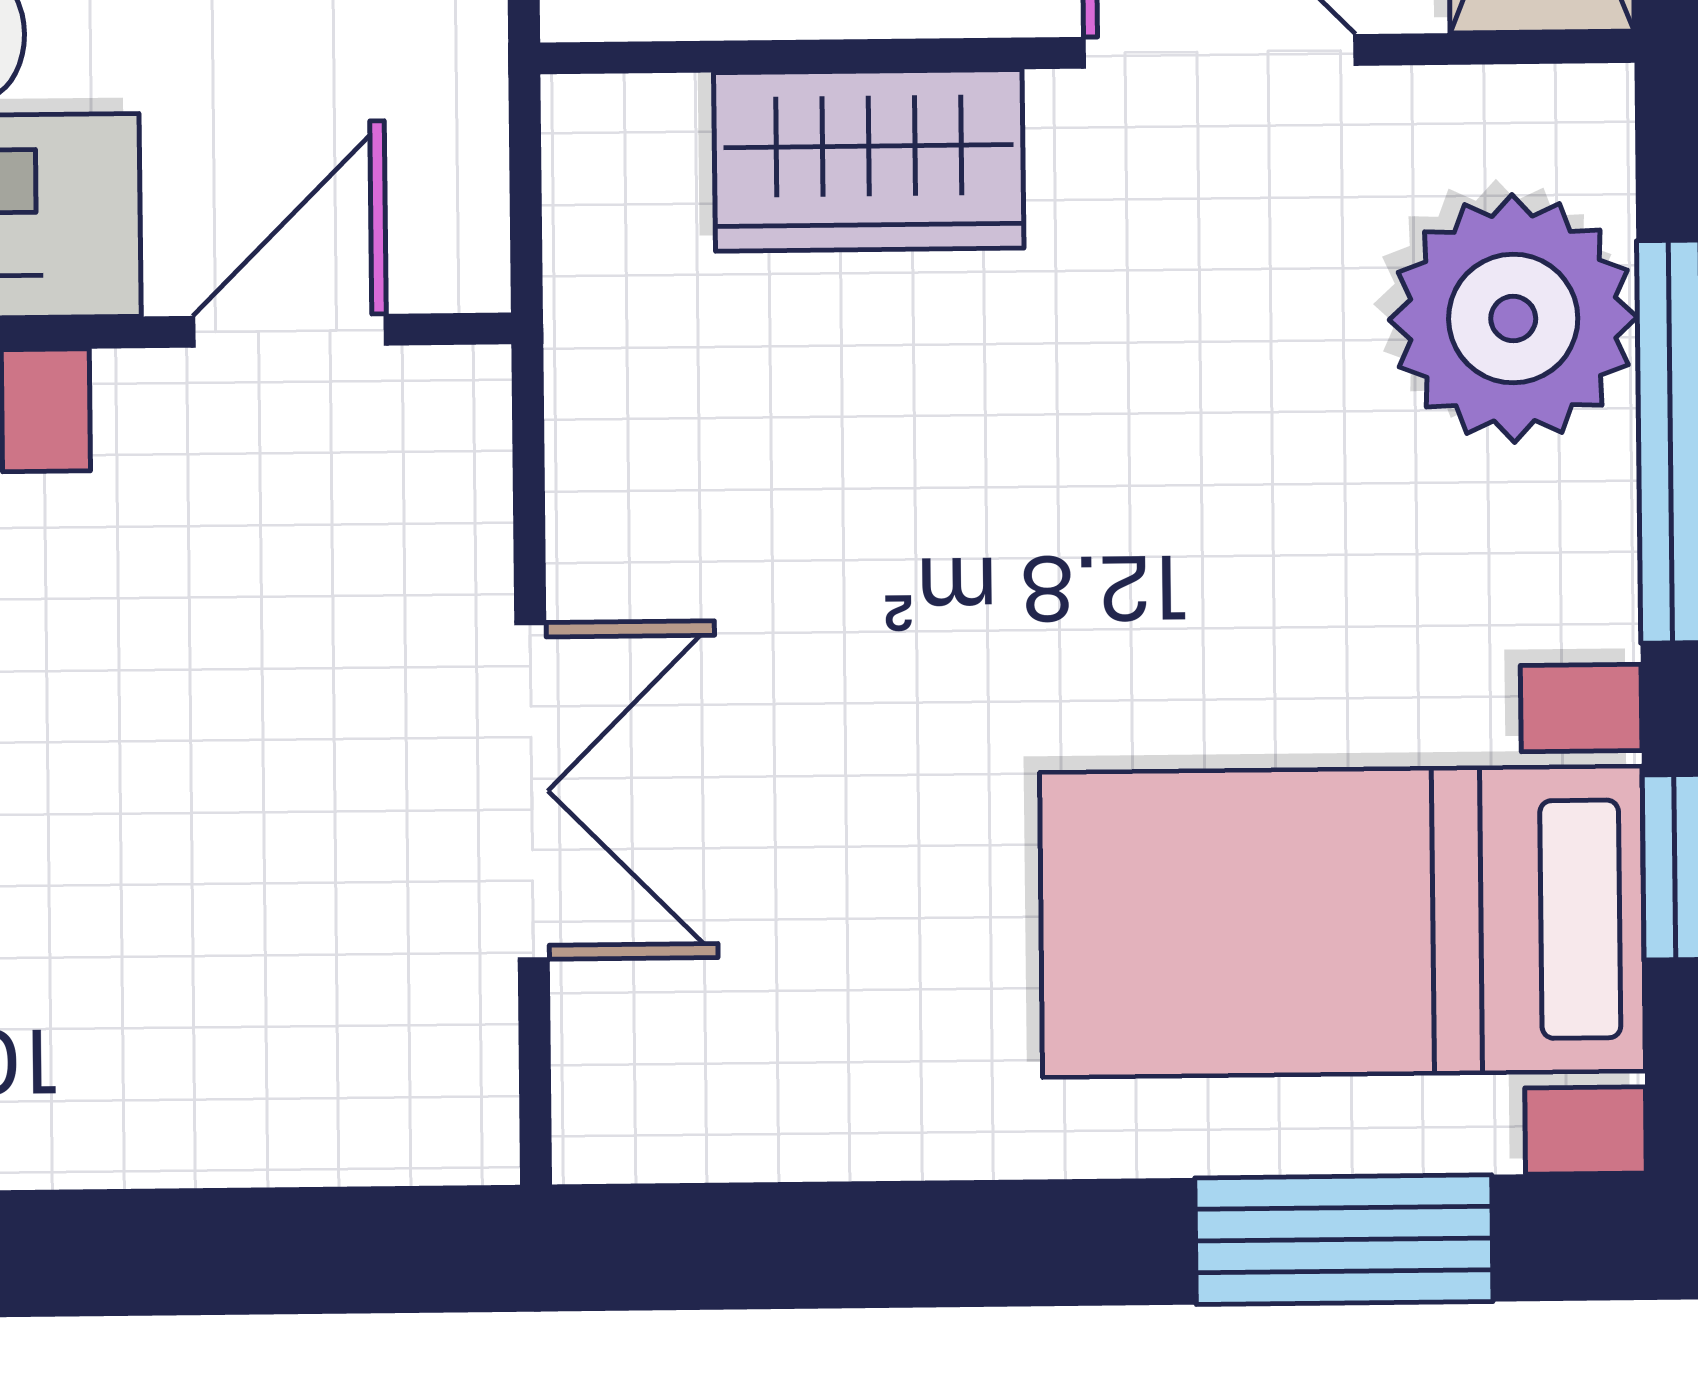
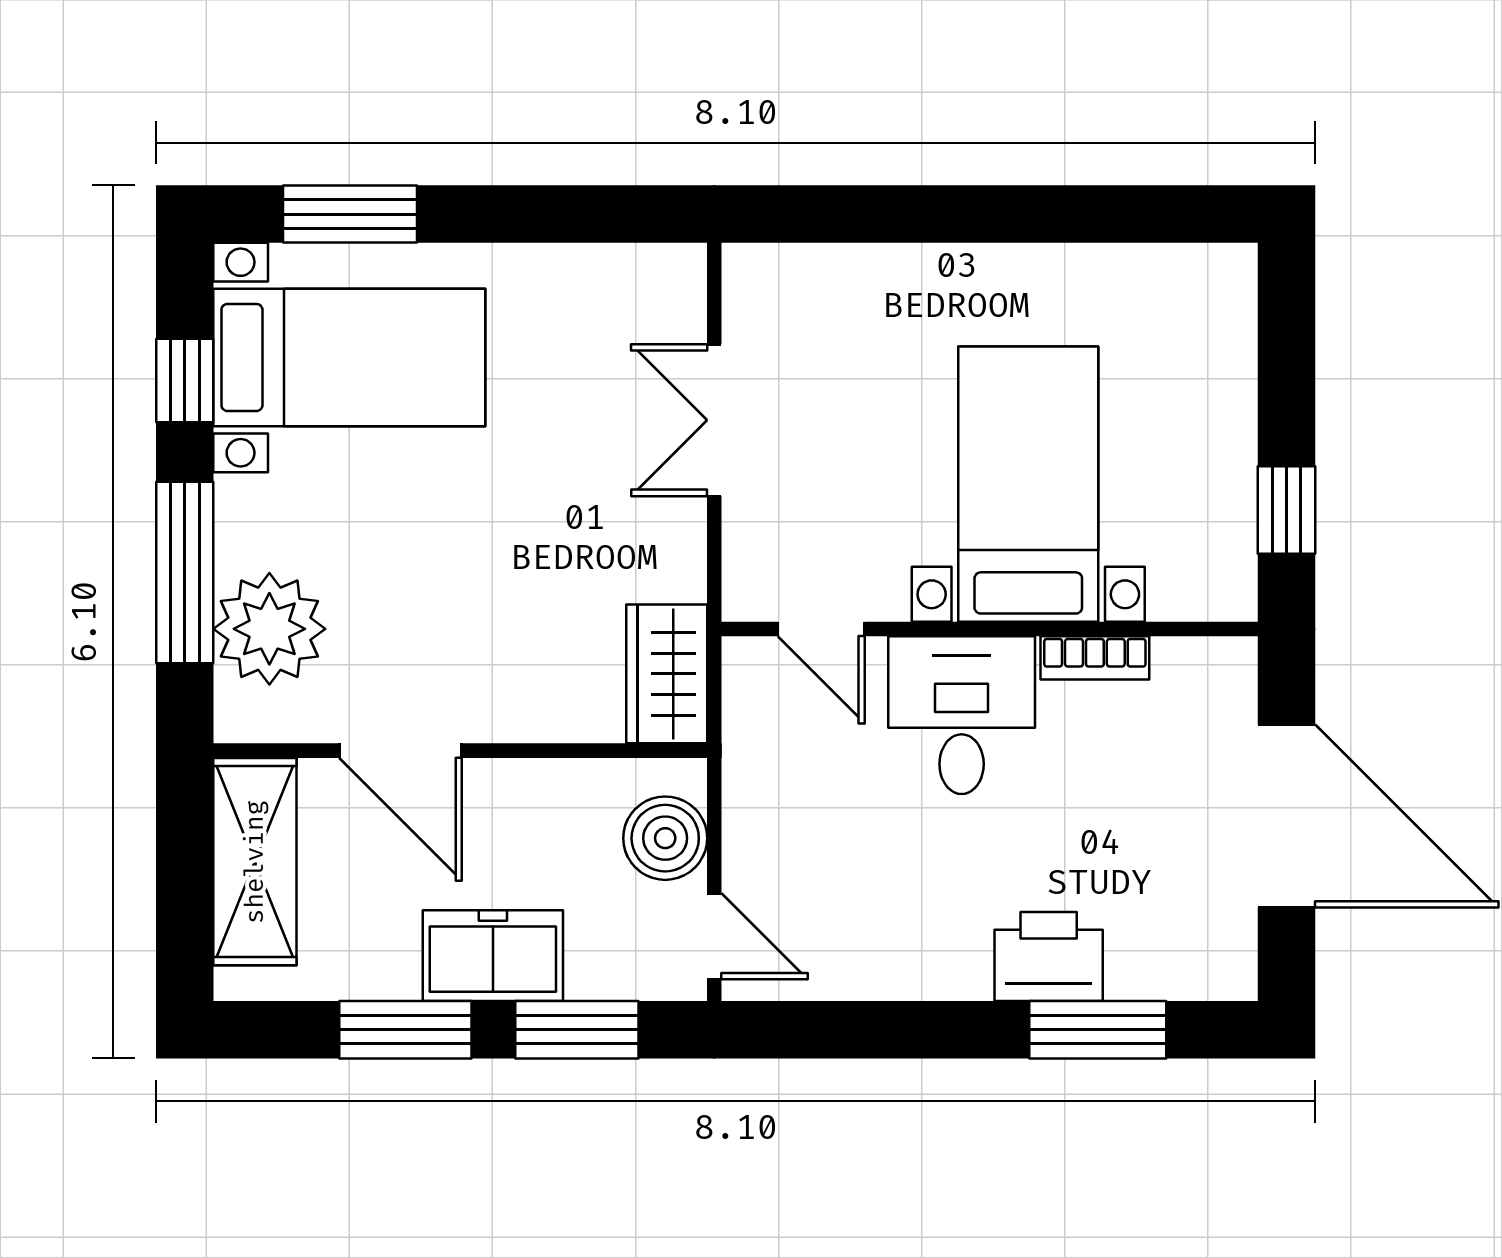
wardrobe: (869, 160) -> (667, 674), moved, turned -90
door: (290, 331) -> (821, 629), hinge flipped

